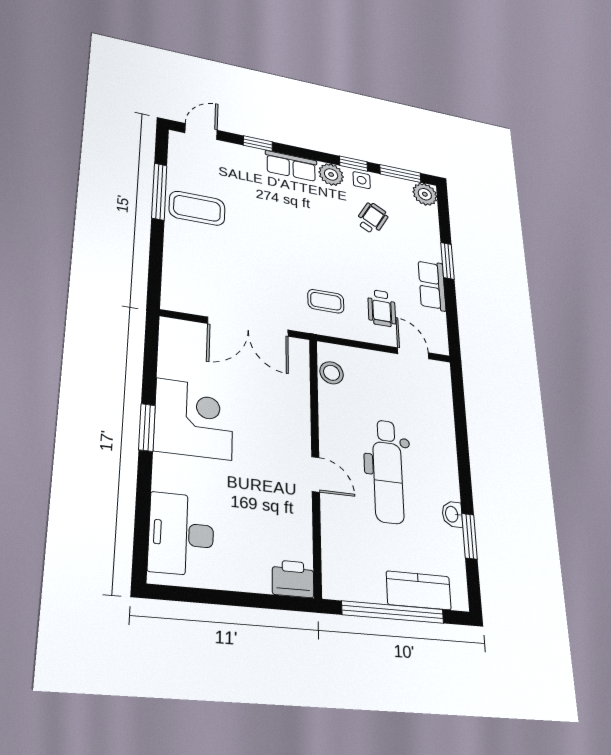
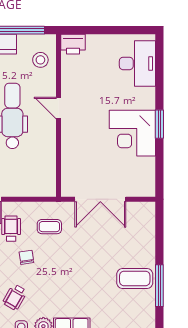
chair: (358, 266) -> (26, 257), added
double door: (248, 327) -> (100, 199), swing flipped
stool: (332, 373) -> (40, 60), moved

